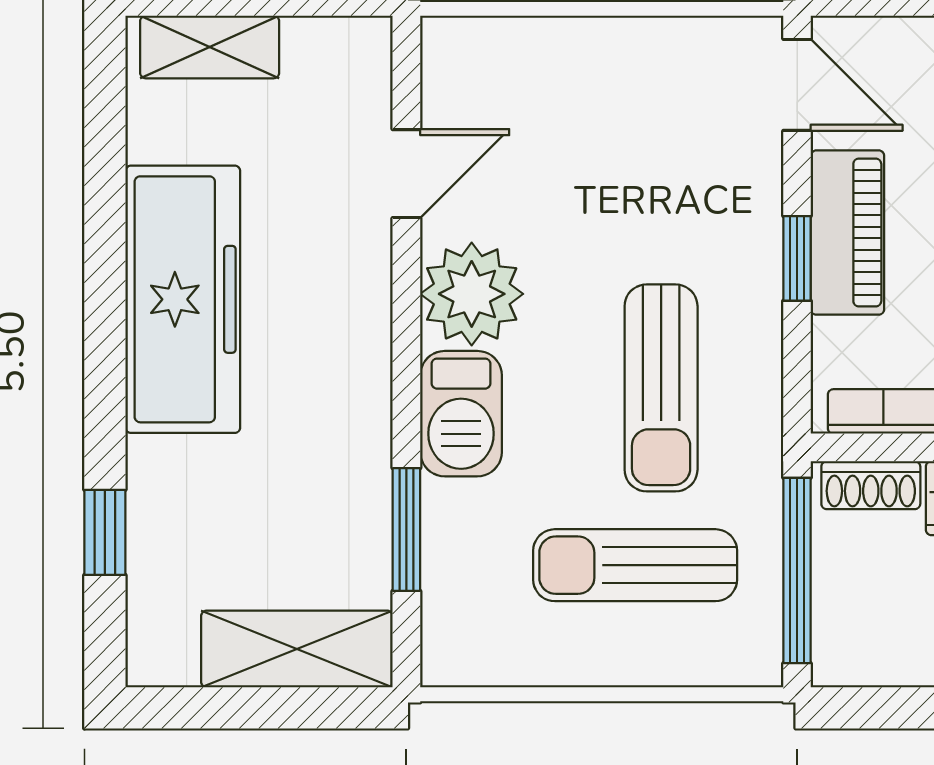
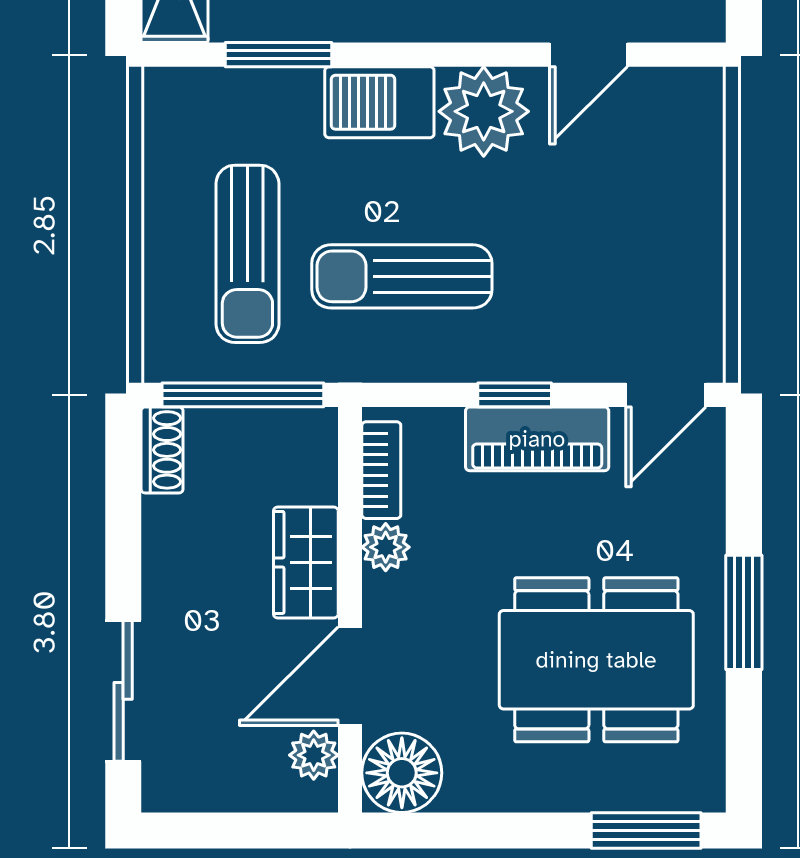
door: (406, 174) -> (589, 55), hinge flipped
shoe rack: (871, 485) -> (162, 450), moved, turned 180
sun lounger: (635, 565) -> (247, 254), turned 180

